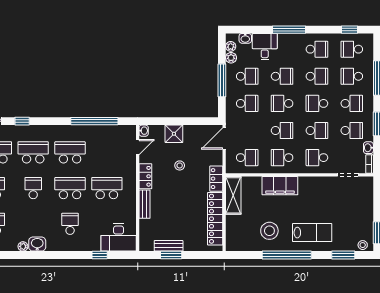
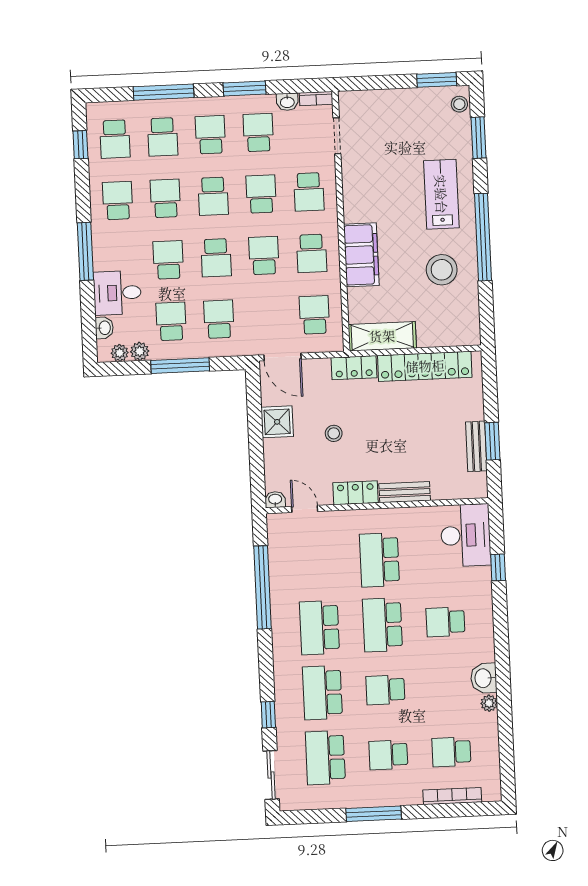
shower: (174, 134) -> (277, 422), moved

